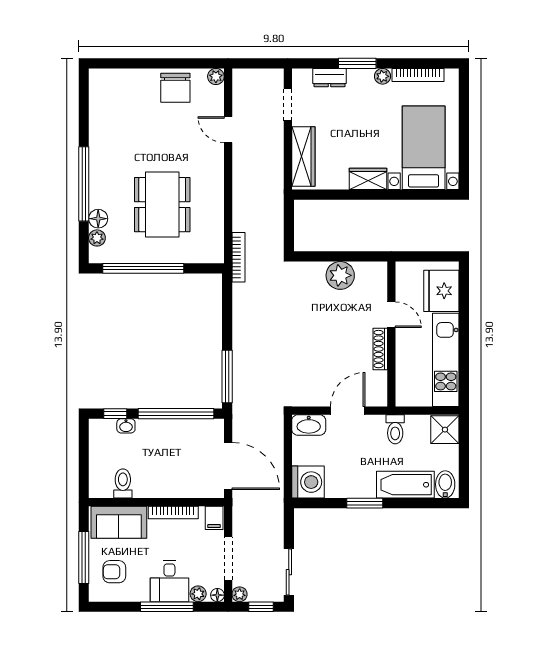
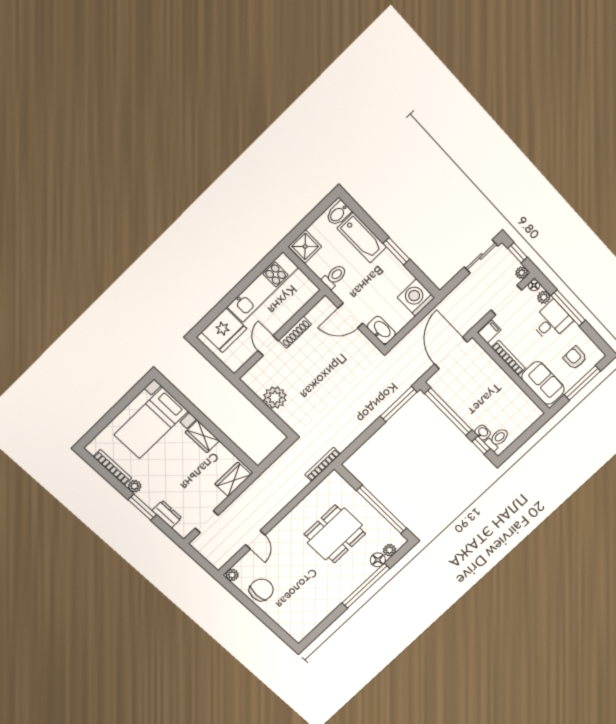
wardrobe: (303, 156) -> (233, 479), width x0.67
toilet: (123, 484) -> (497, 439), moved, turned 180
armchair: (114, 572) -> (575, 358), turned 180

